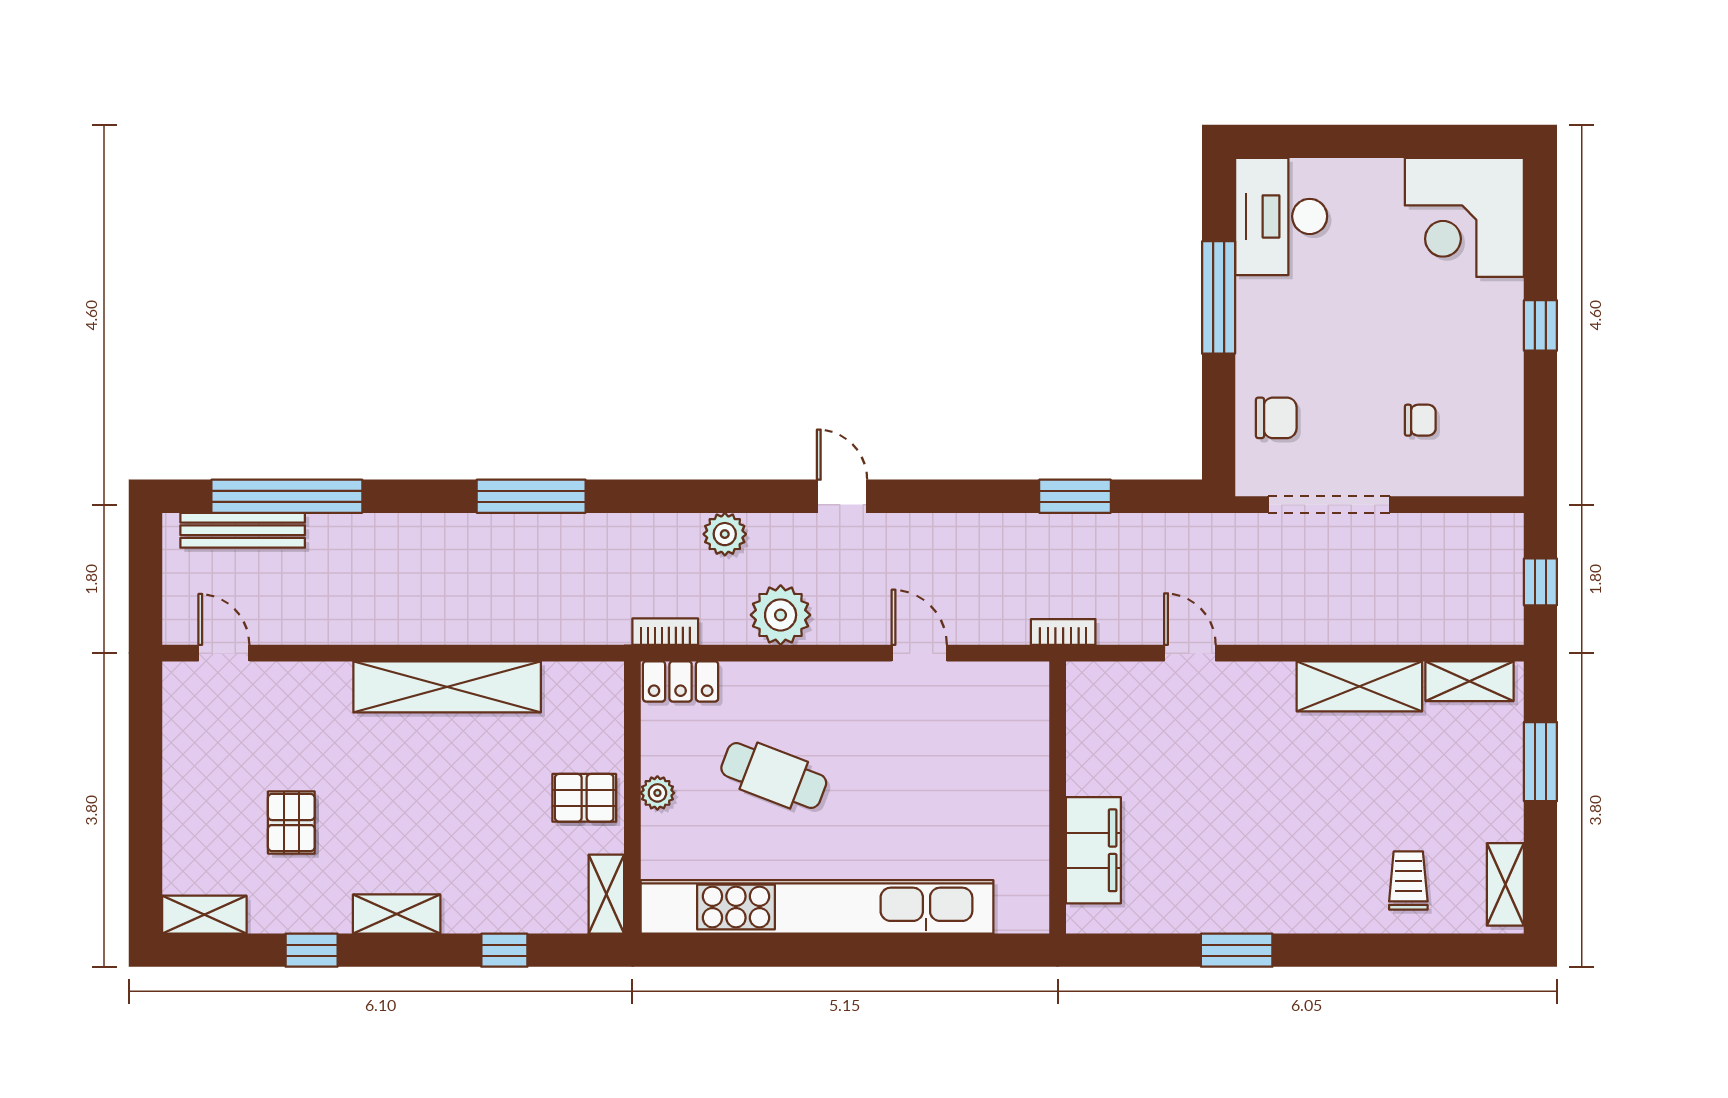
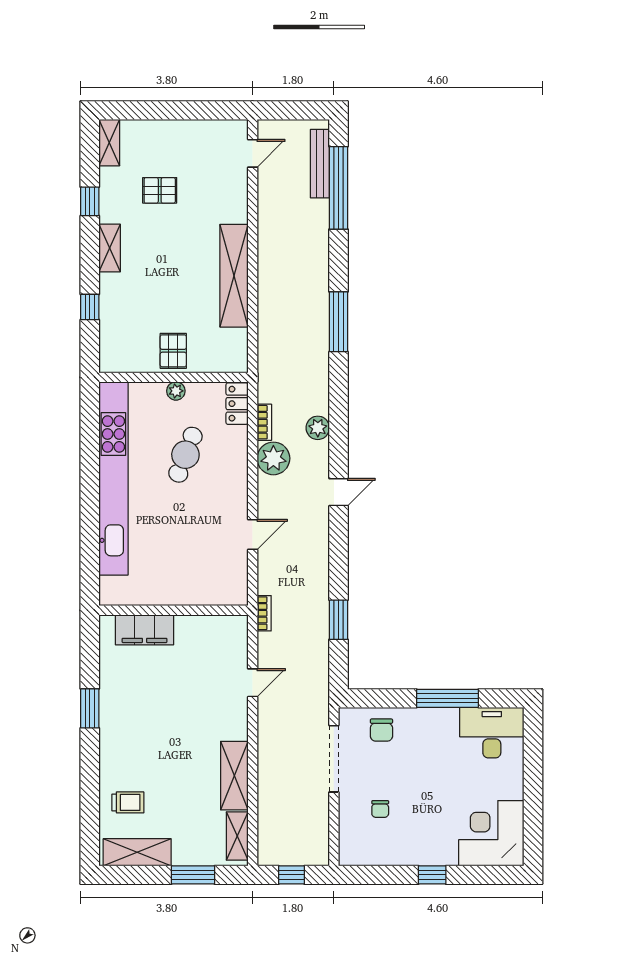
bookcase: (665, 632) -> (264, 422), moved
shelving: (1505, 884) -> (137, 852), width x1.50, depth x1.33
shelving: (606, 894) -> (120, 363), removed

